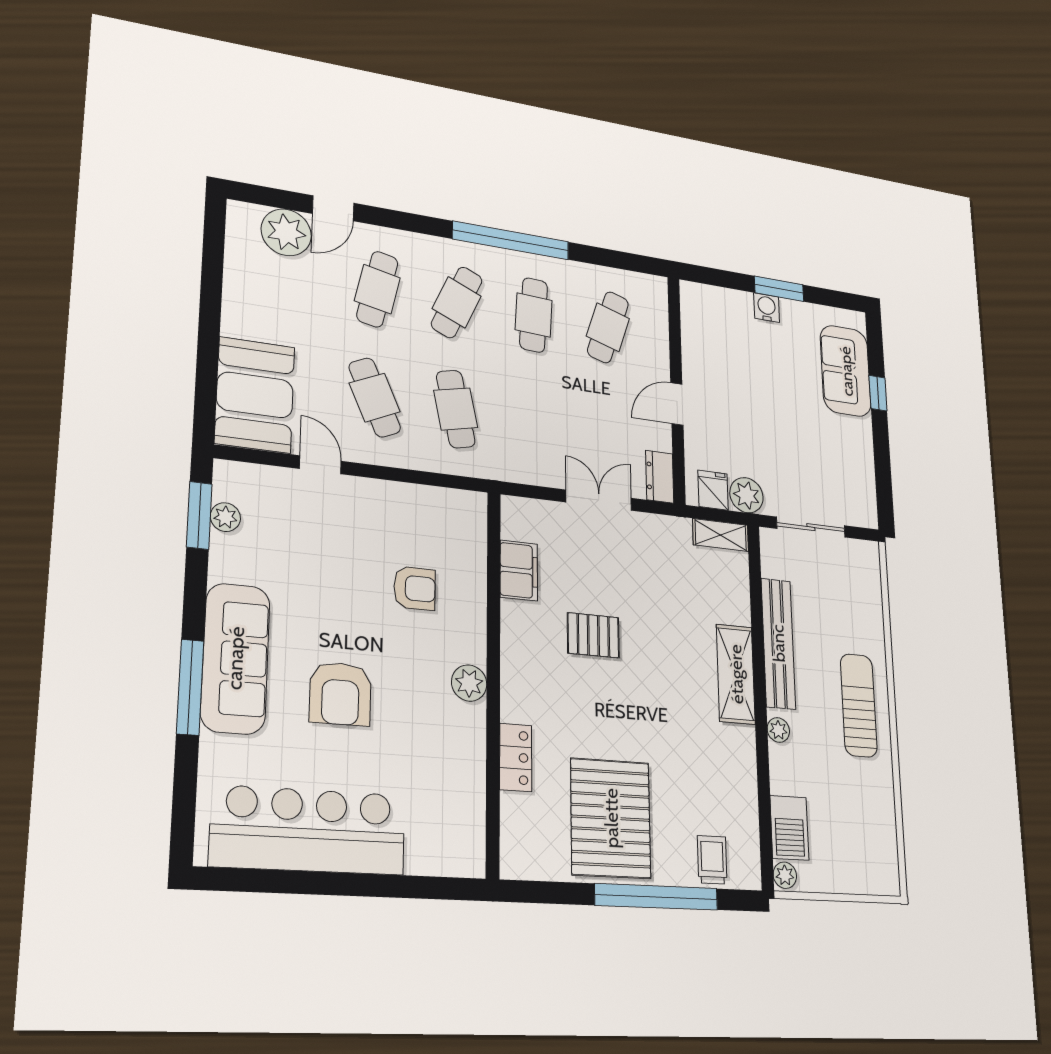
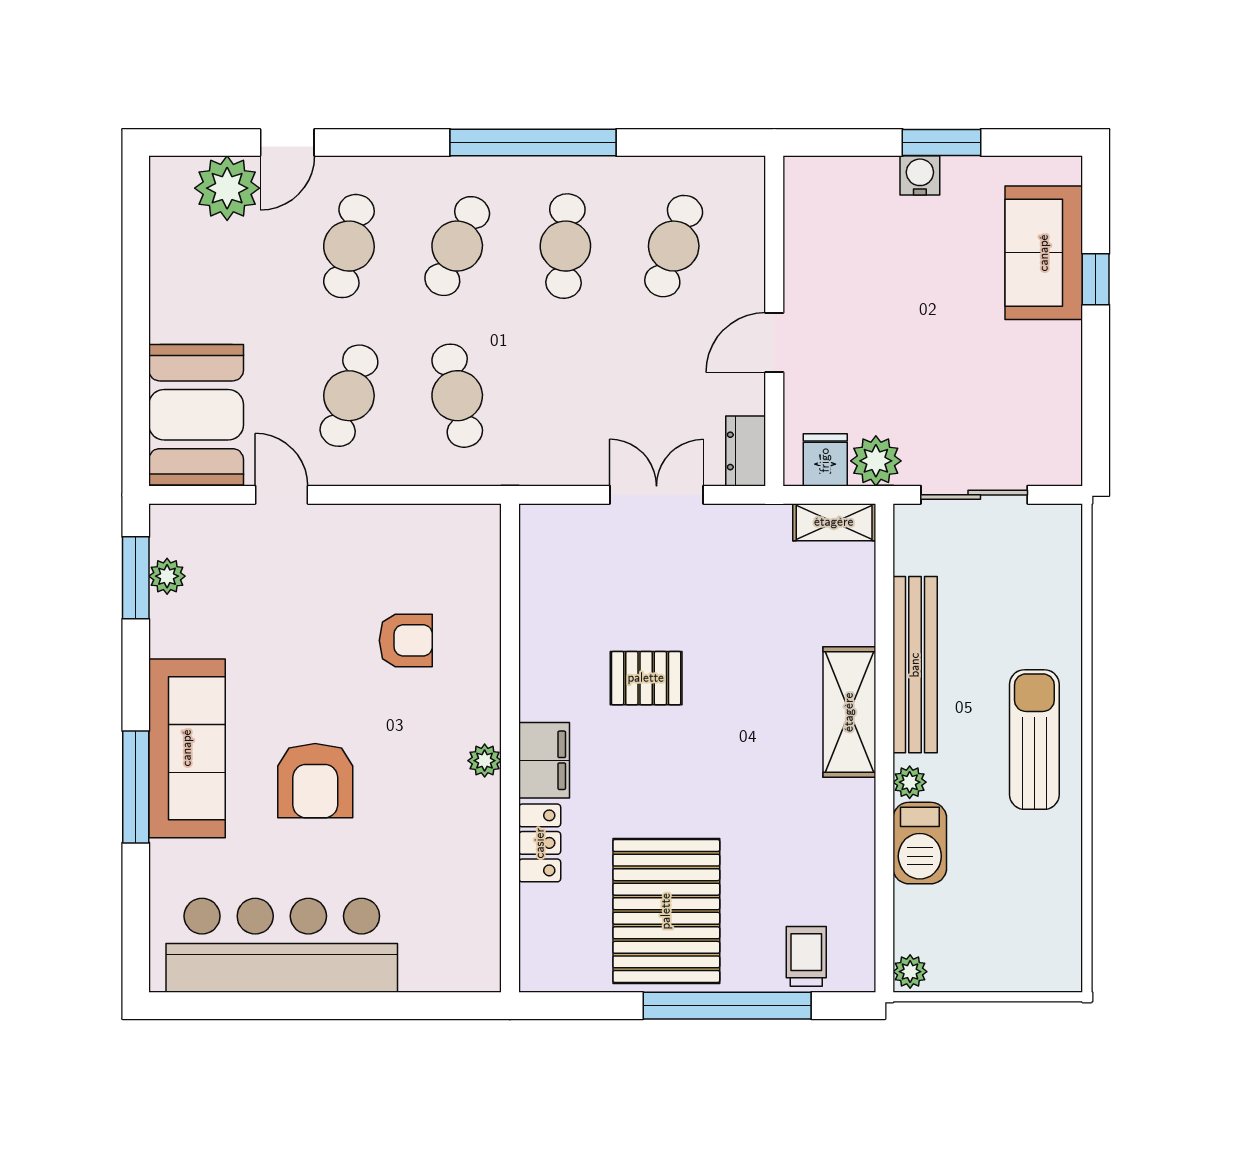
cafe table: (375, 397) -> (349, 396), turned 42
filing cabinet: (519, 571) -> (544, 760), moved
plant: (469, 683) -> (485, 761), width x0.73, depth x0.73
barbecue: (789, 828) -> (920, 843), moved

